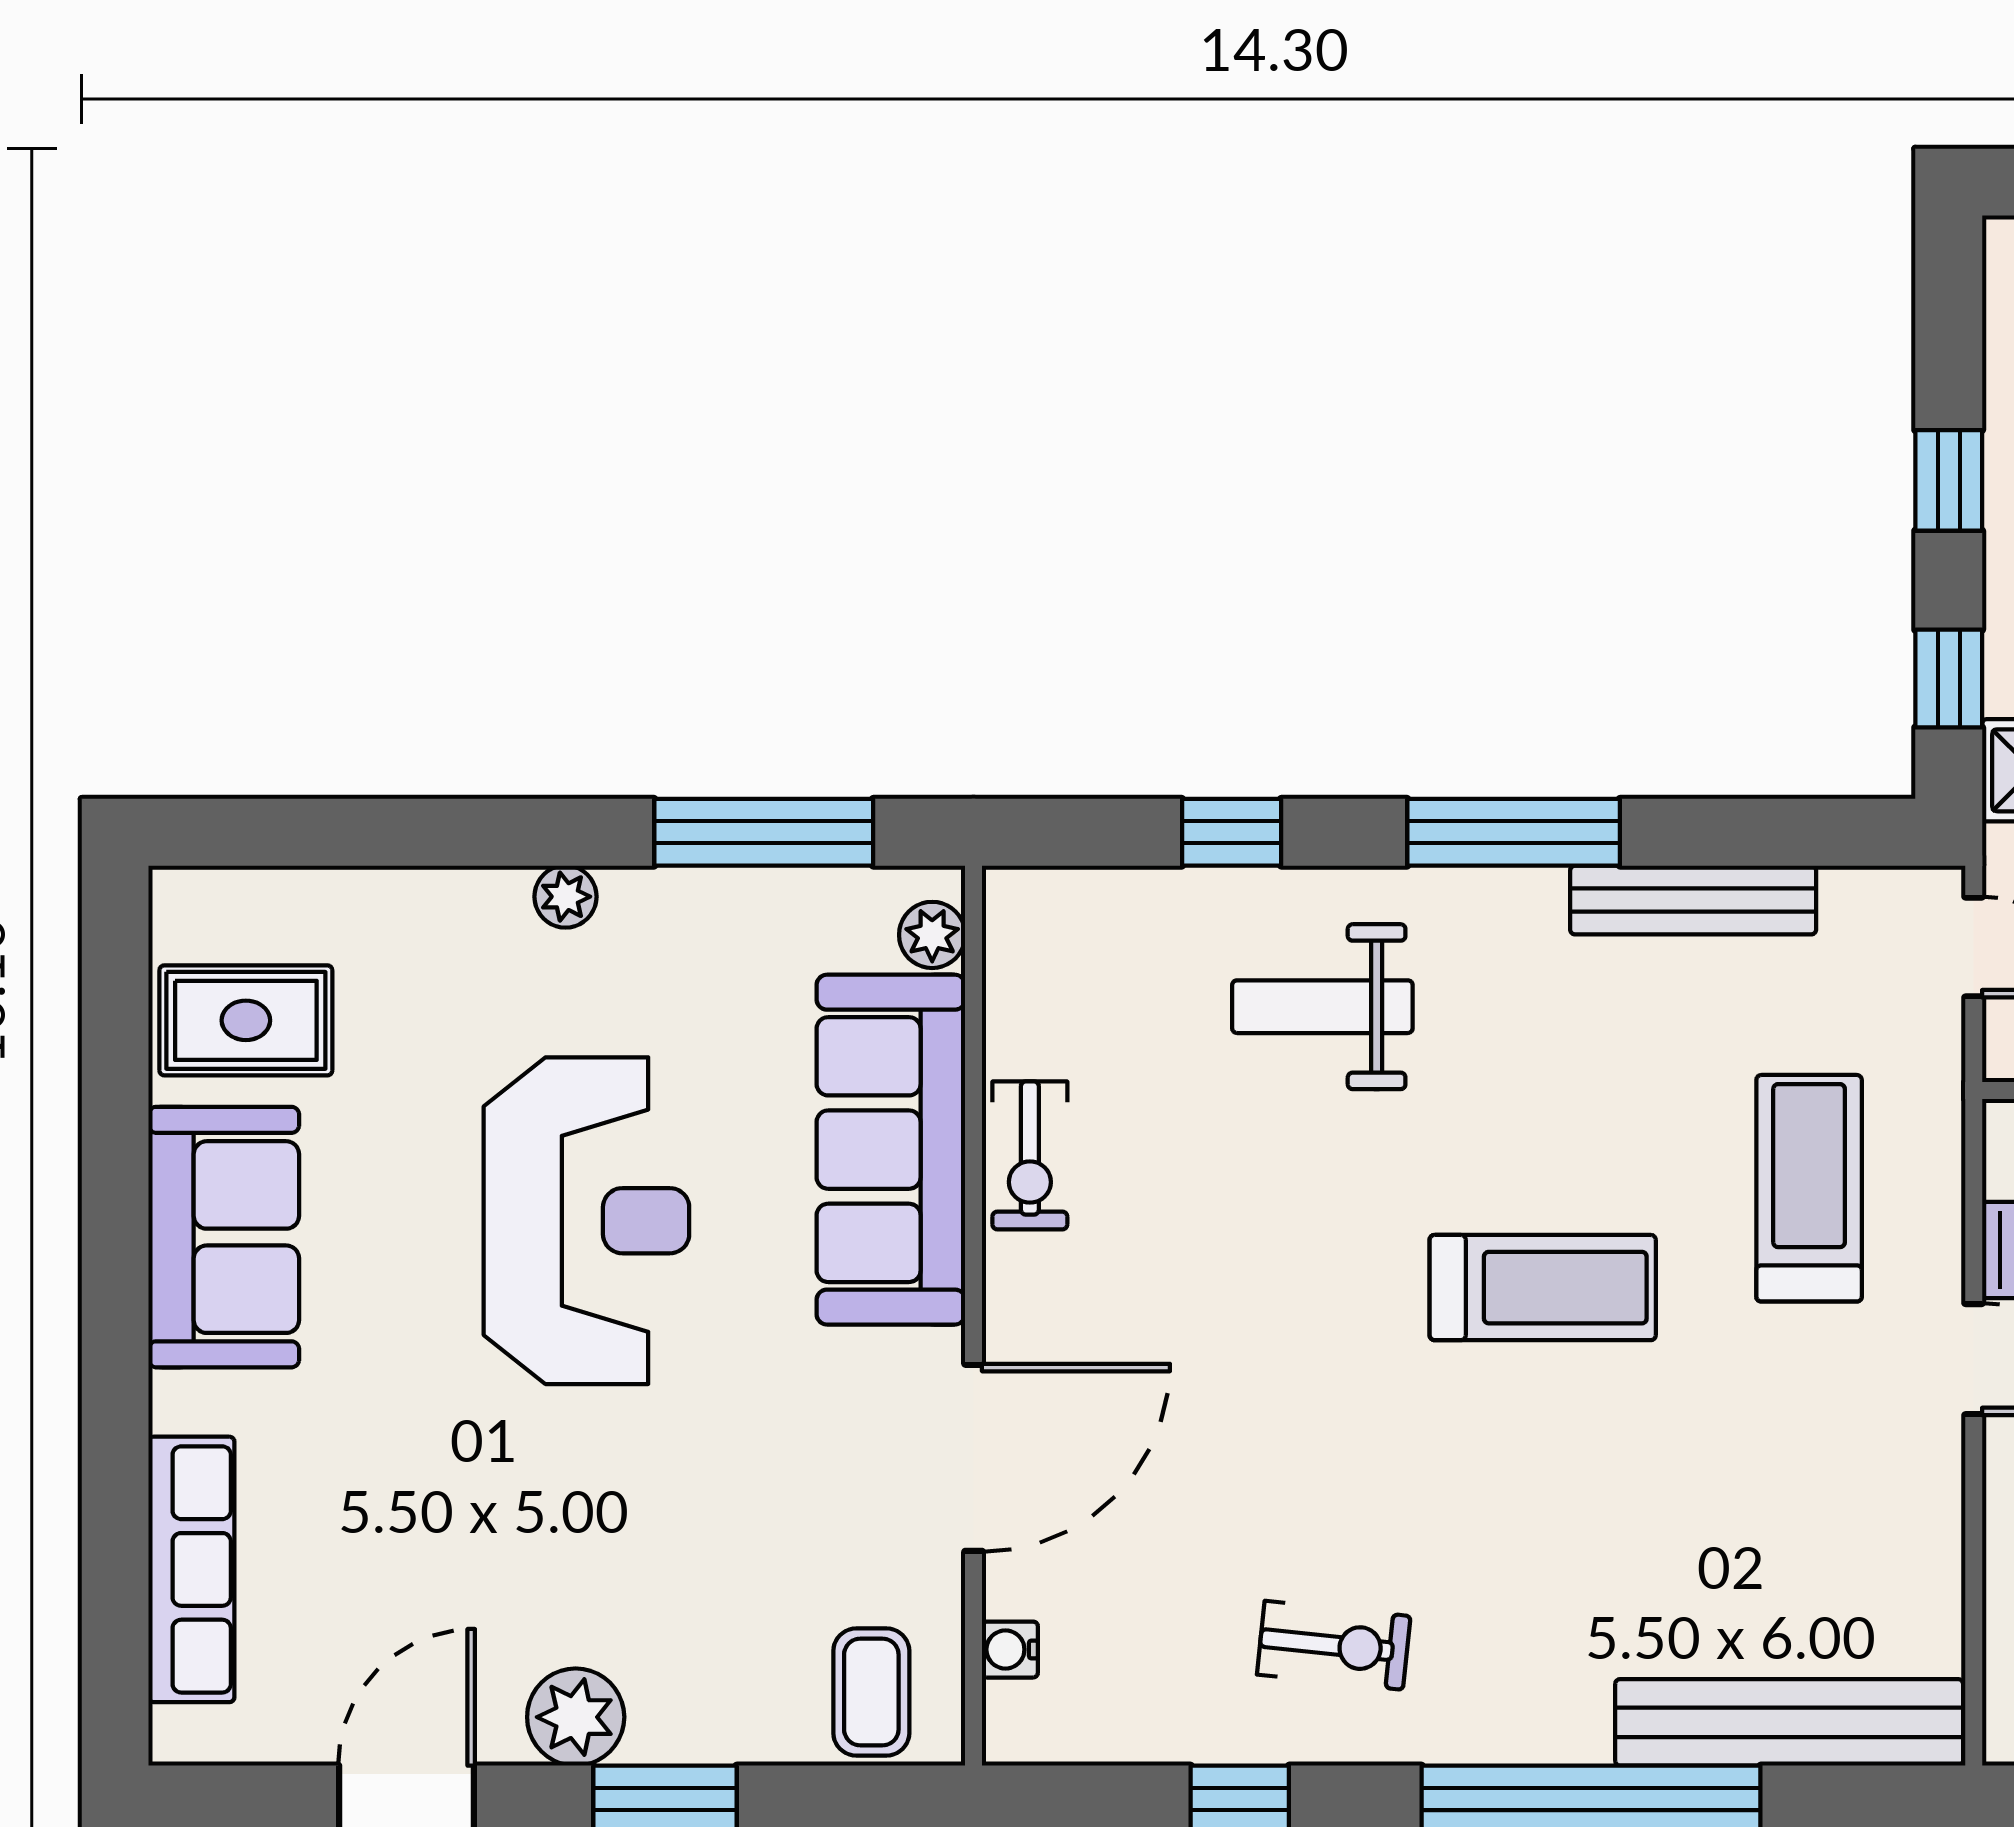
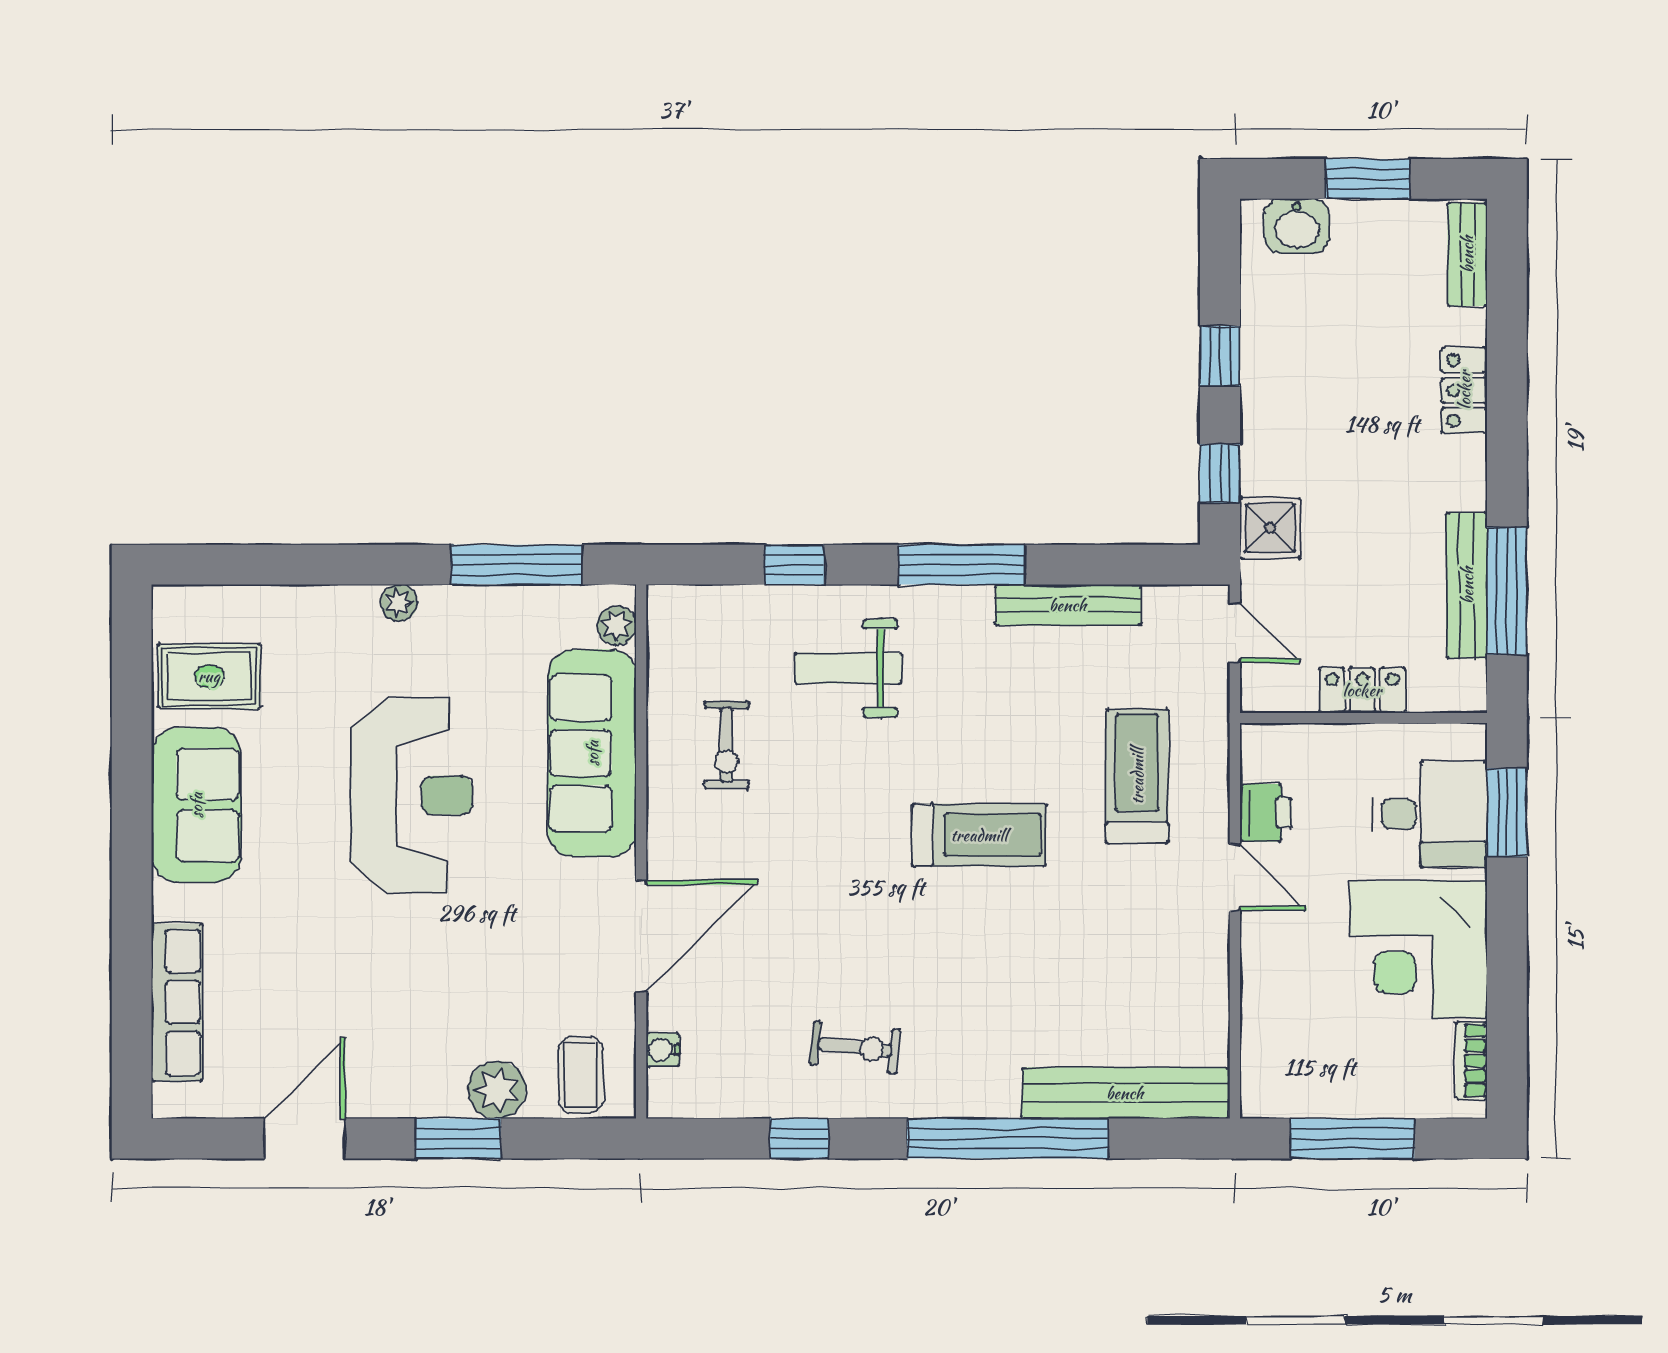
exercise bike: (1030, 1155) -> (727, 745), moved
plant: (576, 1717) -> (497, 1090), moved

